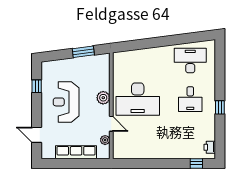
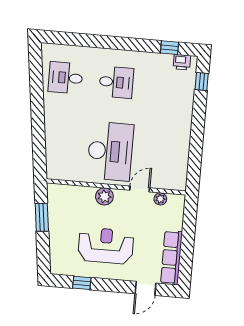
desk: (190, 60) -> (66, 78), width x0.73
reception desk: (66, 102) -> (106, 246), turned 180
window: (220, 107) -> (170, 48), moved
row of seats: (76, 152) -> (172, 258), moved

